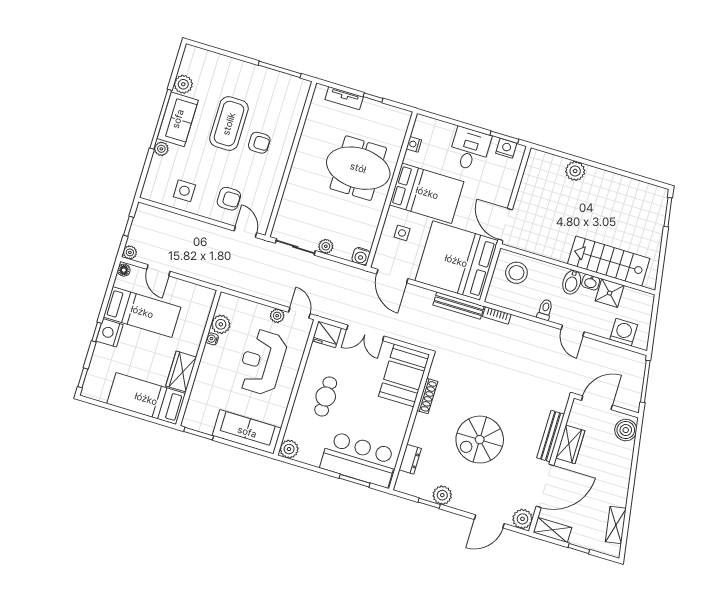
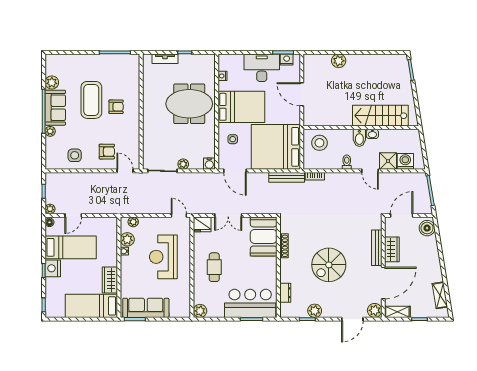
desk: (470, 149) -> (262, 68), width x1.37
door: (505, 225) -> (302, 94), moved
door: (158, 270) -> (73, 215), hinge flipped
shower: (610, 293) -> (388, 161), moved
plant: (277, 316) -> (133, 222), moved
sofa: (247, 432) -> (146, 308), moved

